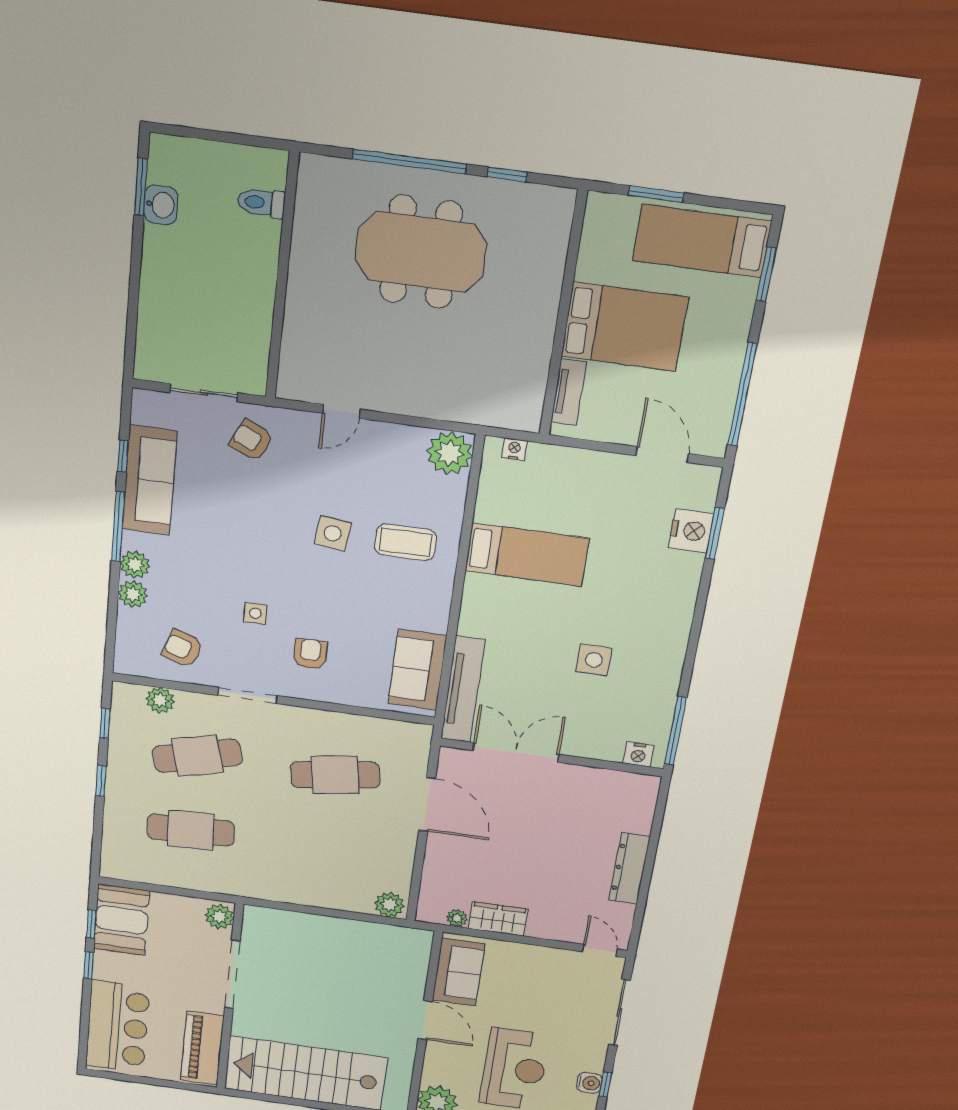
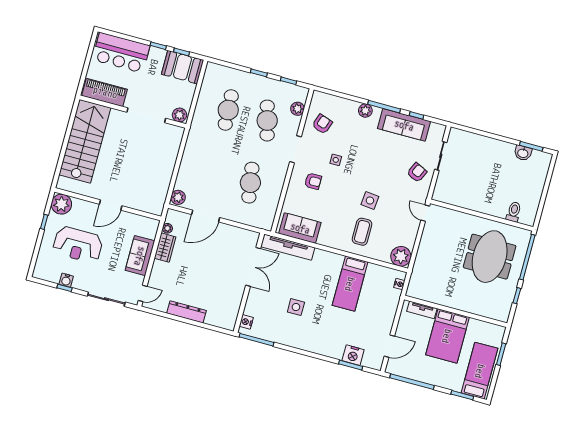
toilet: (261, 203) -> (514, 212), moved
wall: (282, 277) -> (482, 215), moved
plant: (133, 594) -> (351, 107), removed
door: (427, 804) -> (206, 216), moved
sofa: (459, 972) -> (140, 256), moved, turned 90

